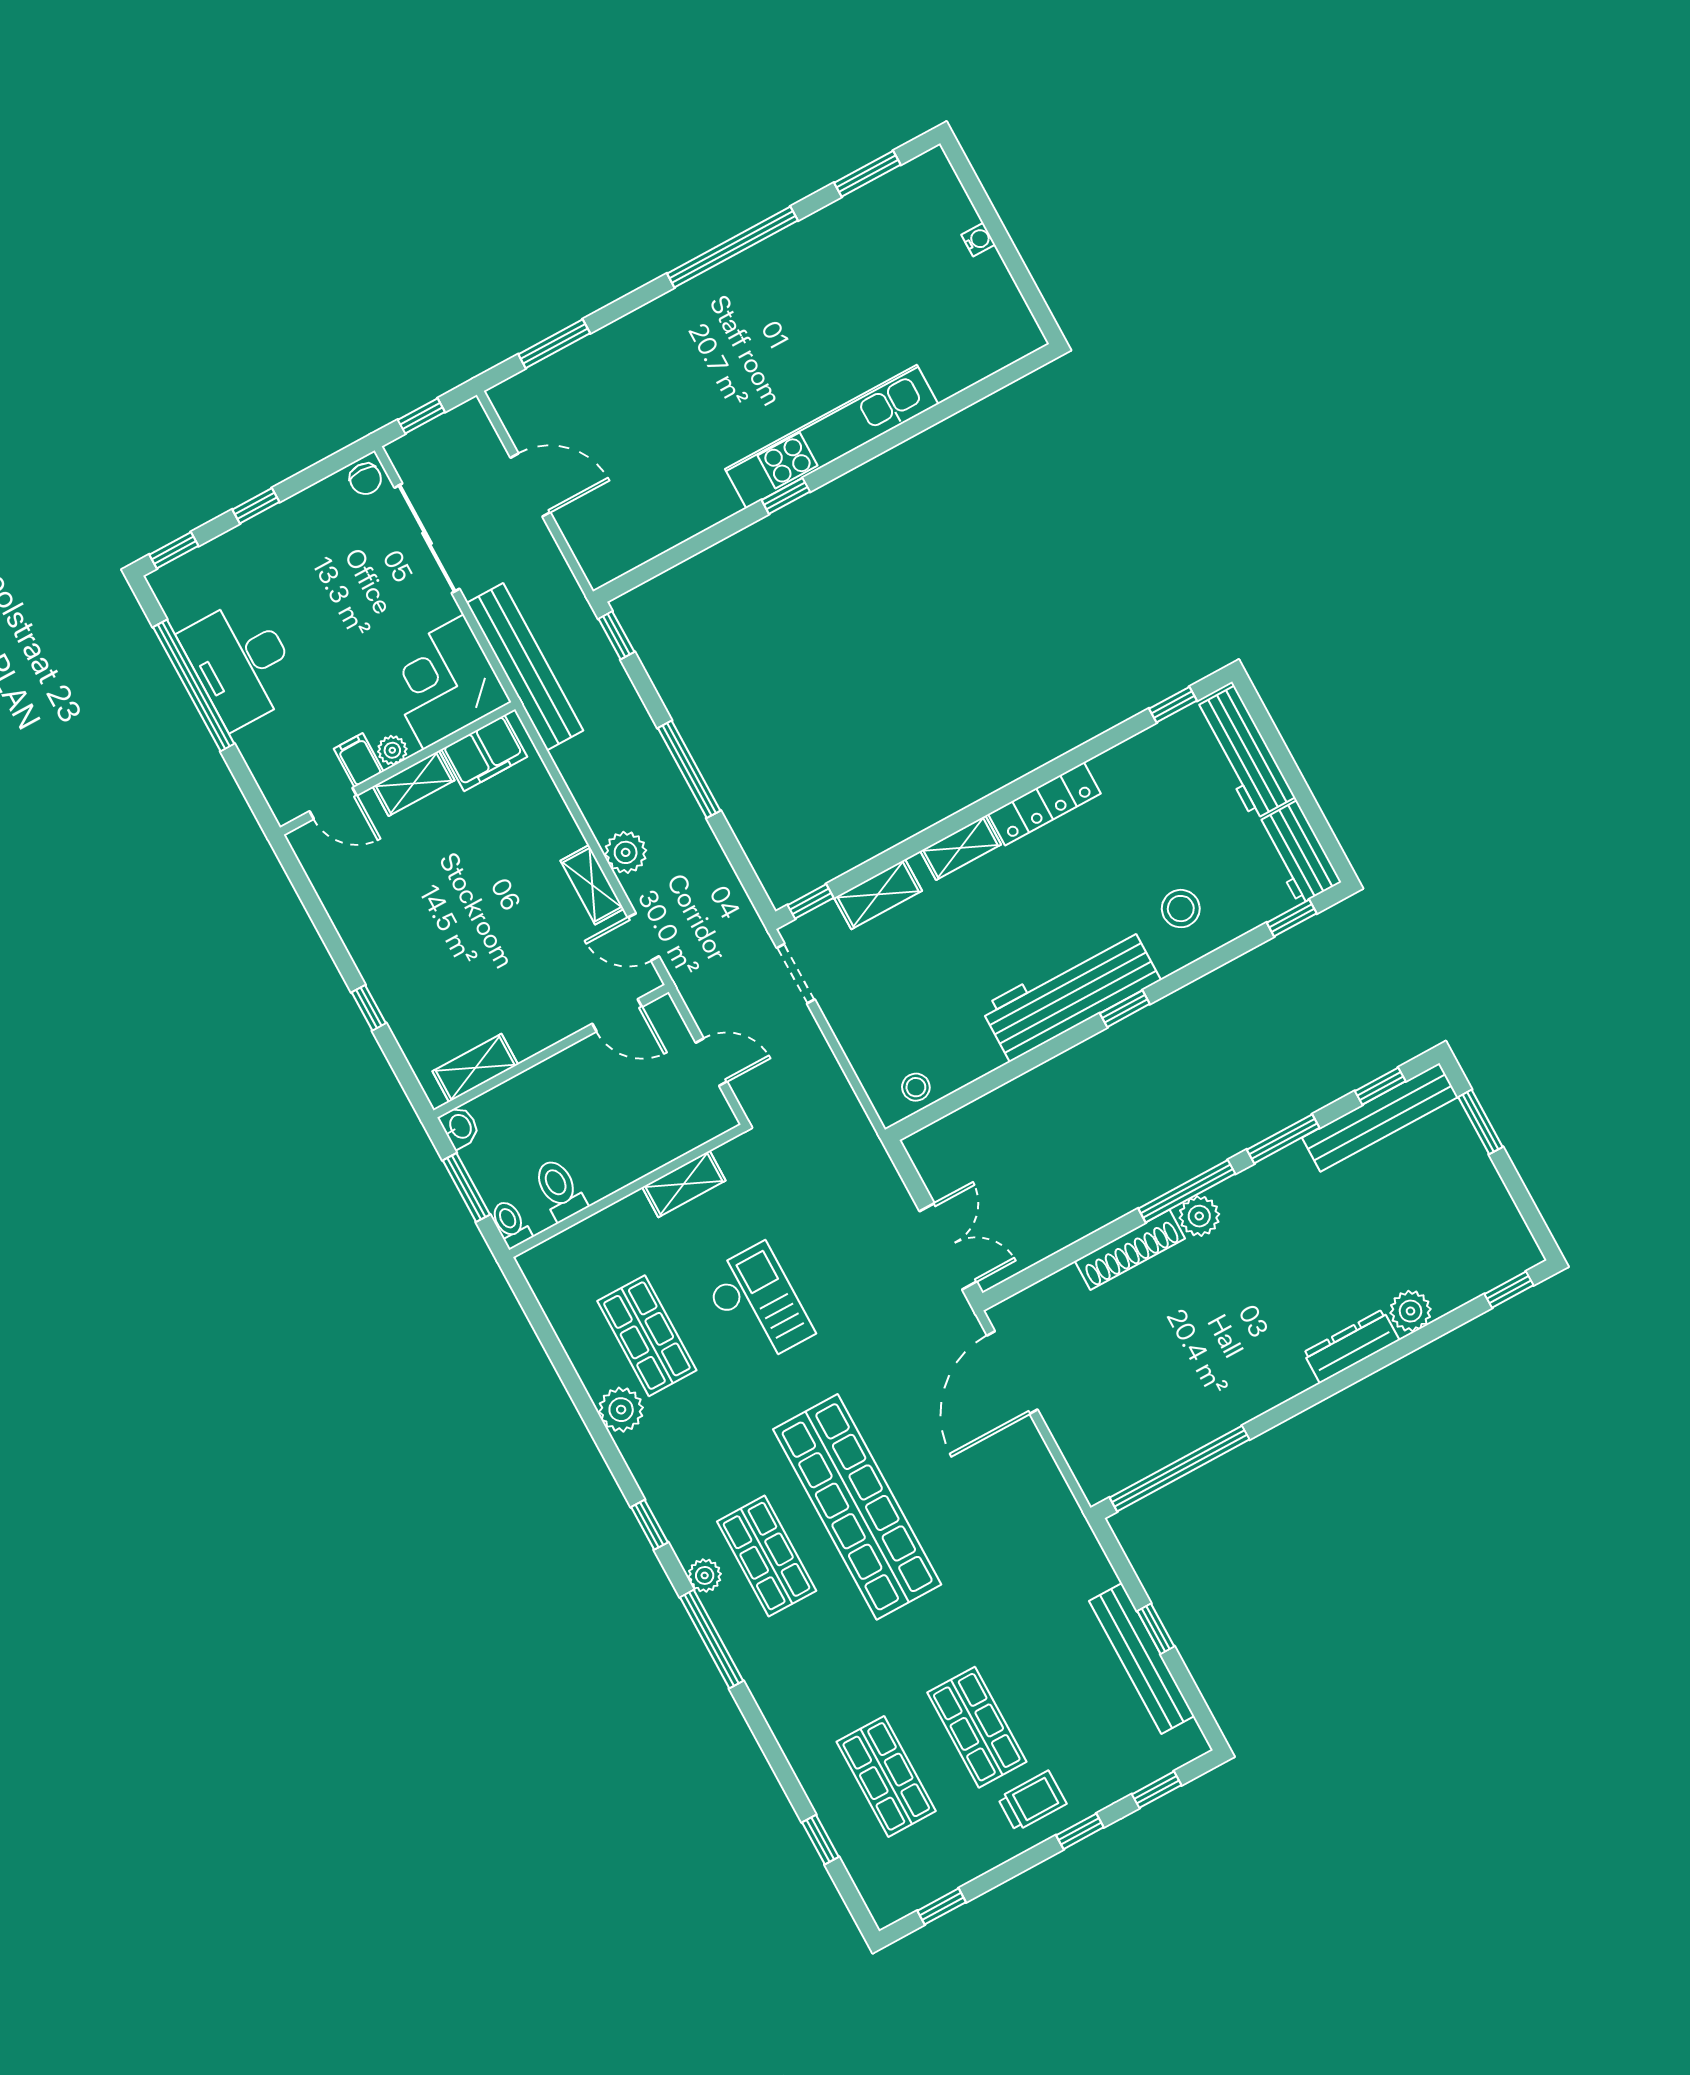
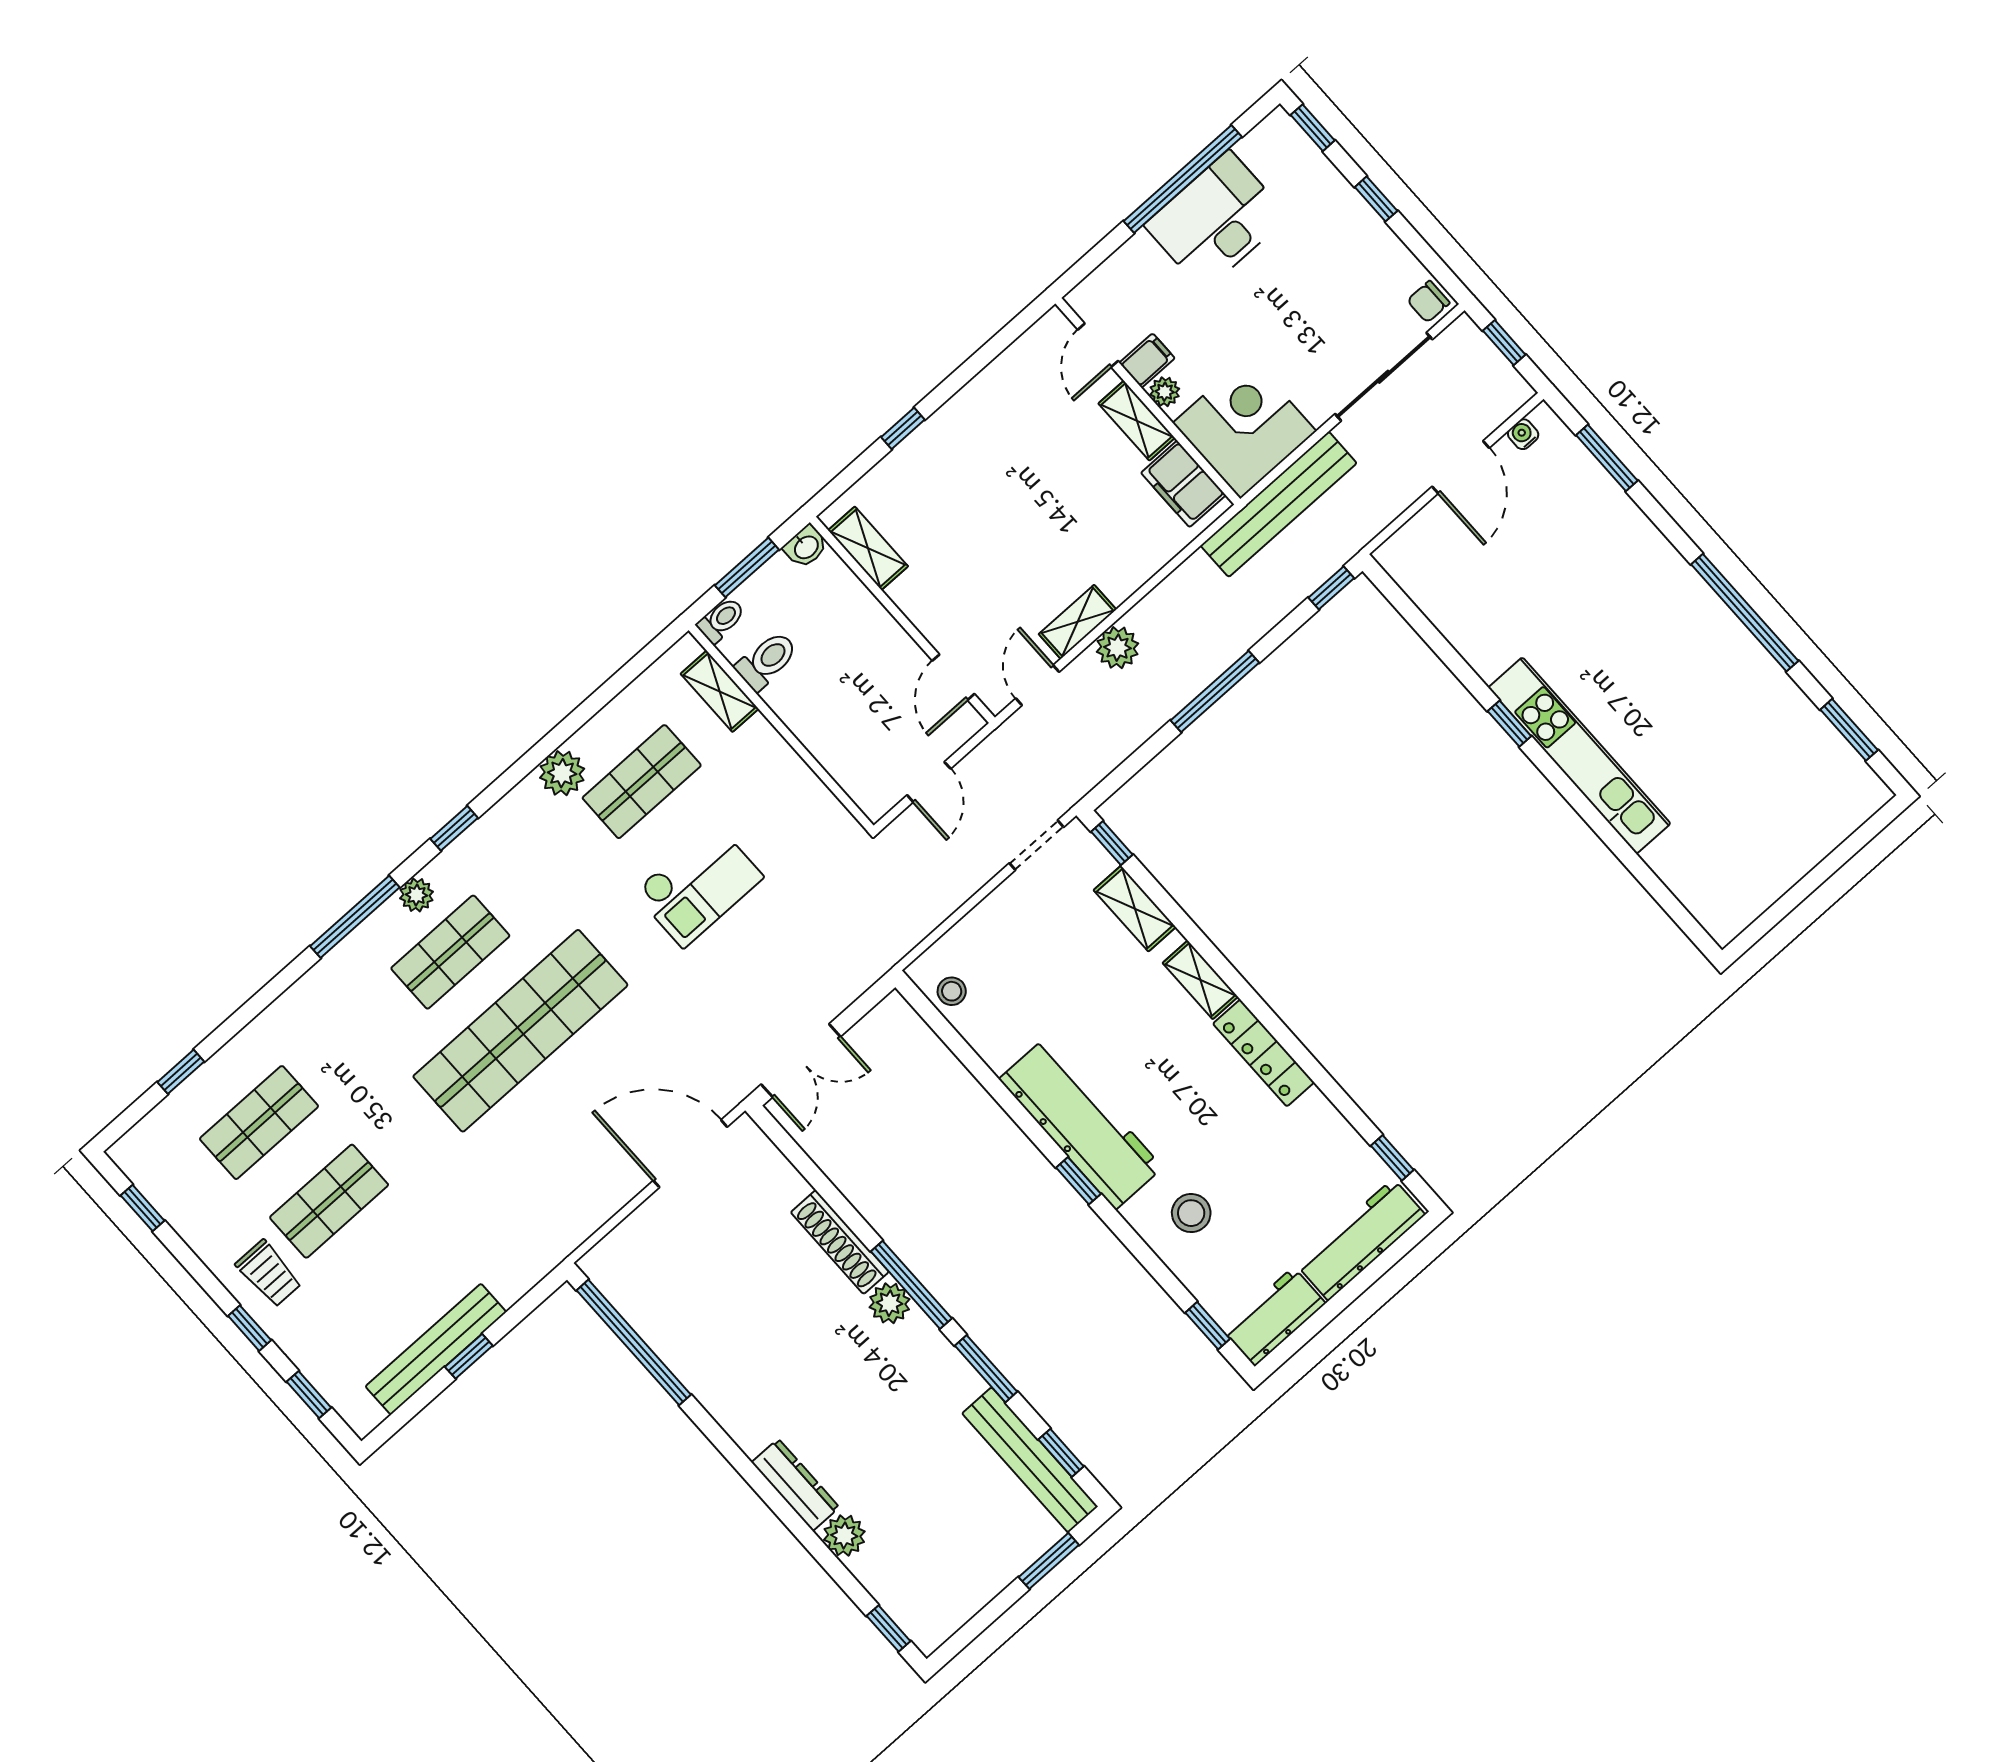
water cooler: (978, 240) -> (1523, 434), moved, turned 180
shelving: (684, 1184) -> (720, 691), moved

